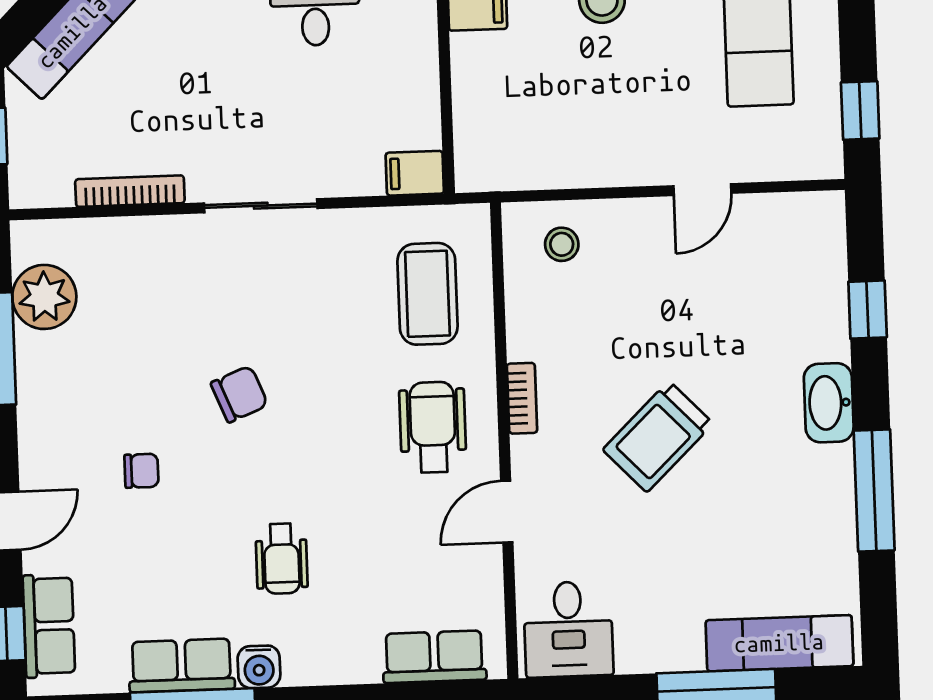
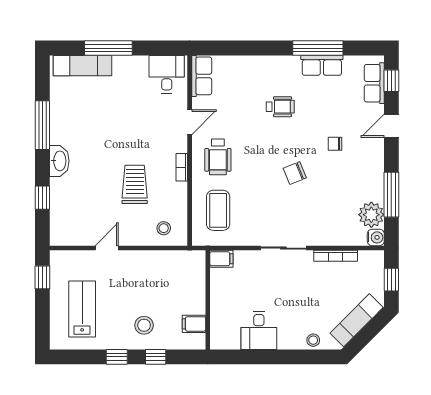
trolley: (658, 437) -> (135, 184), moved, turned -46
wheelchair: (282, 558) -> (280, 107), turned 90
row of seats: (434, 657) -> (202, 76), moved, turned -90
water cooler: (259, 667) -> (376, 237), moved, turned 90

